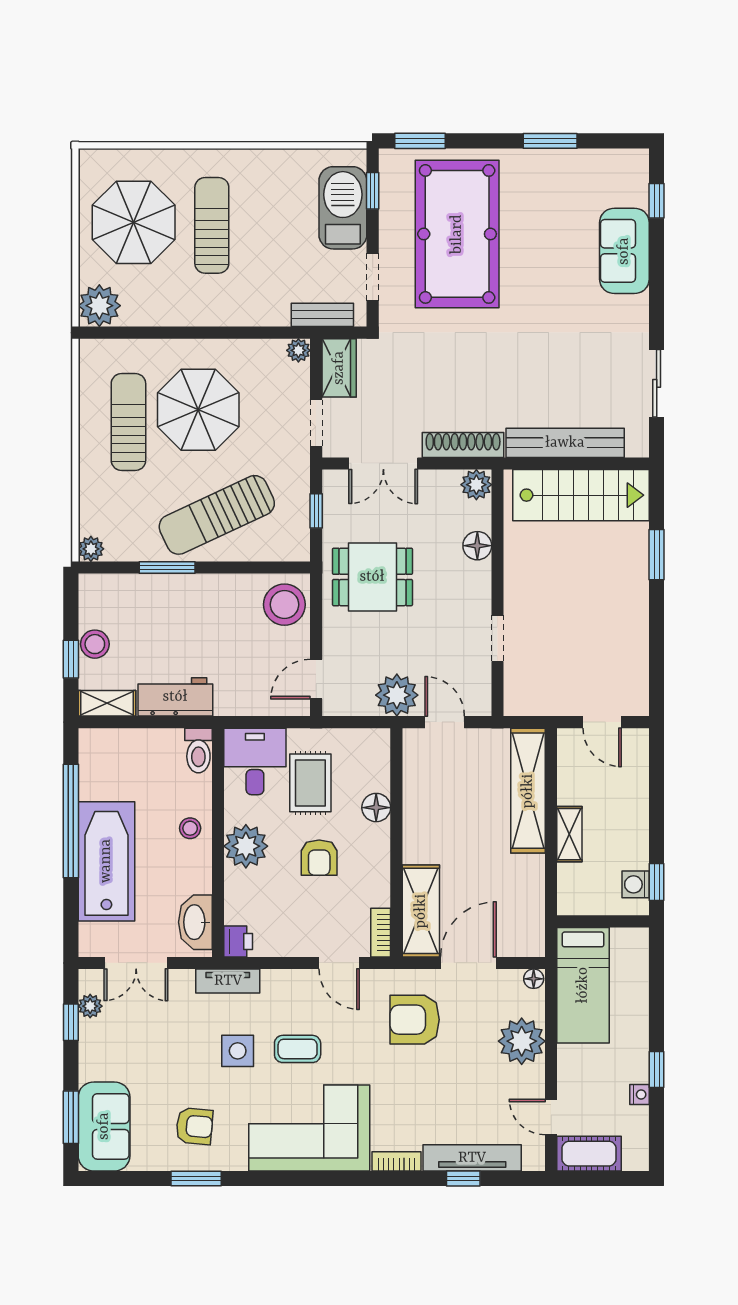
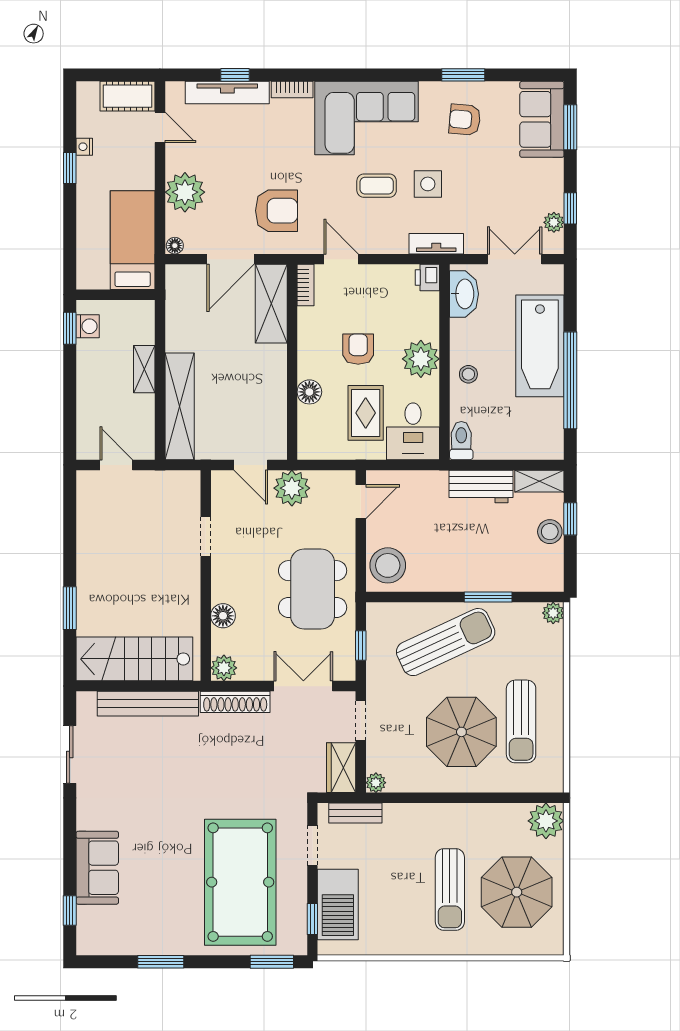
dining table: (372, 577) -> (313, 589), width x1.38

